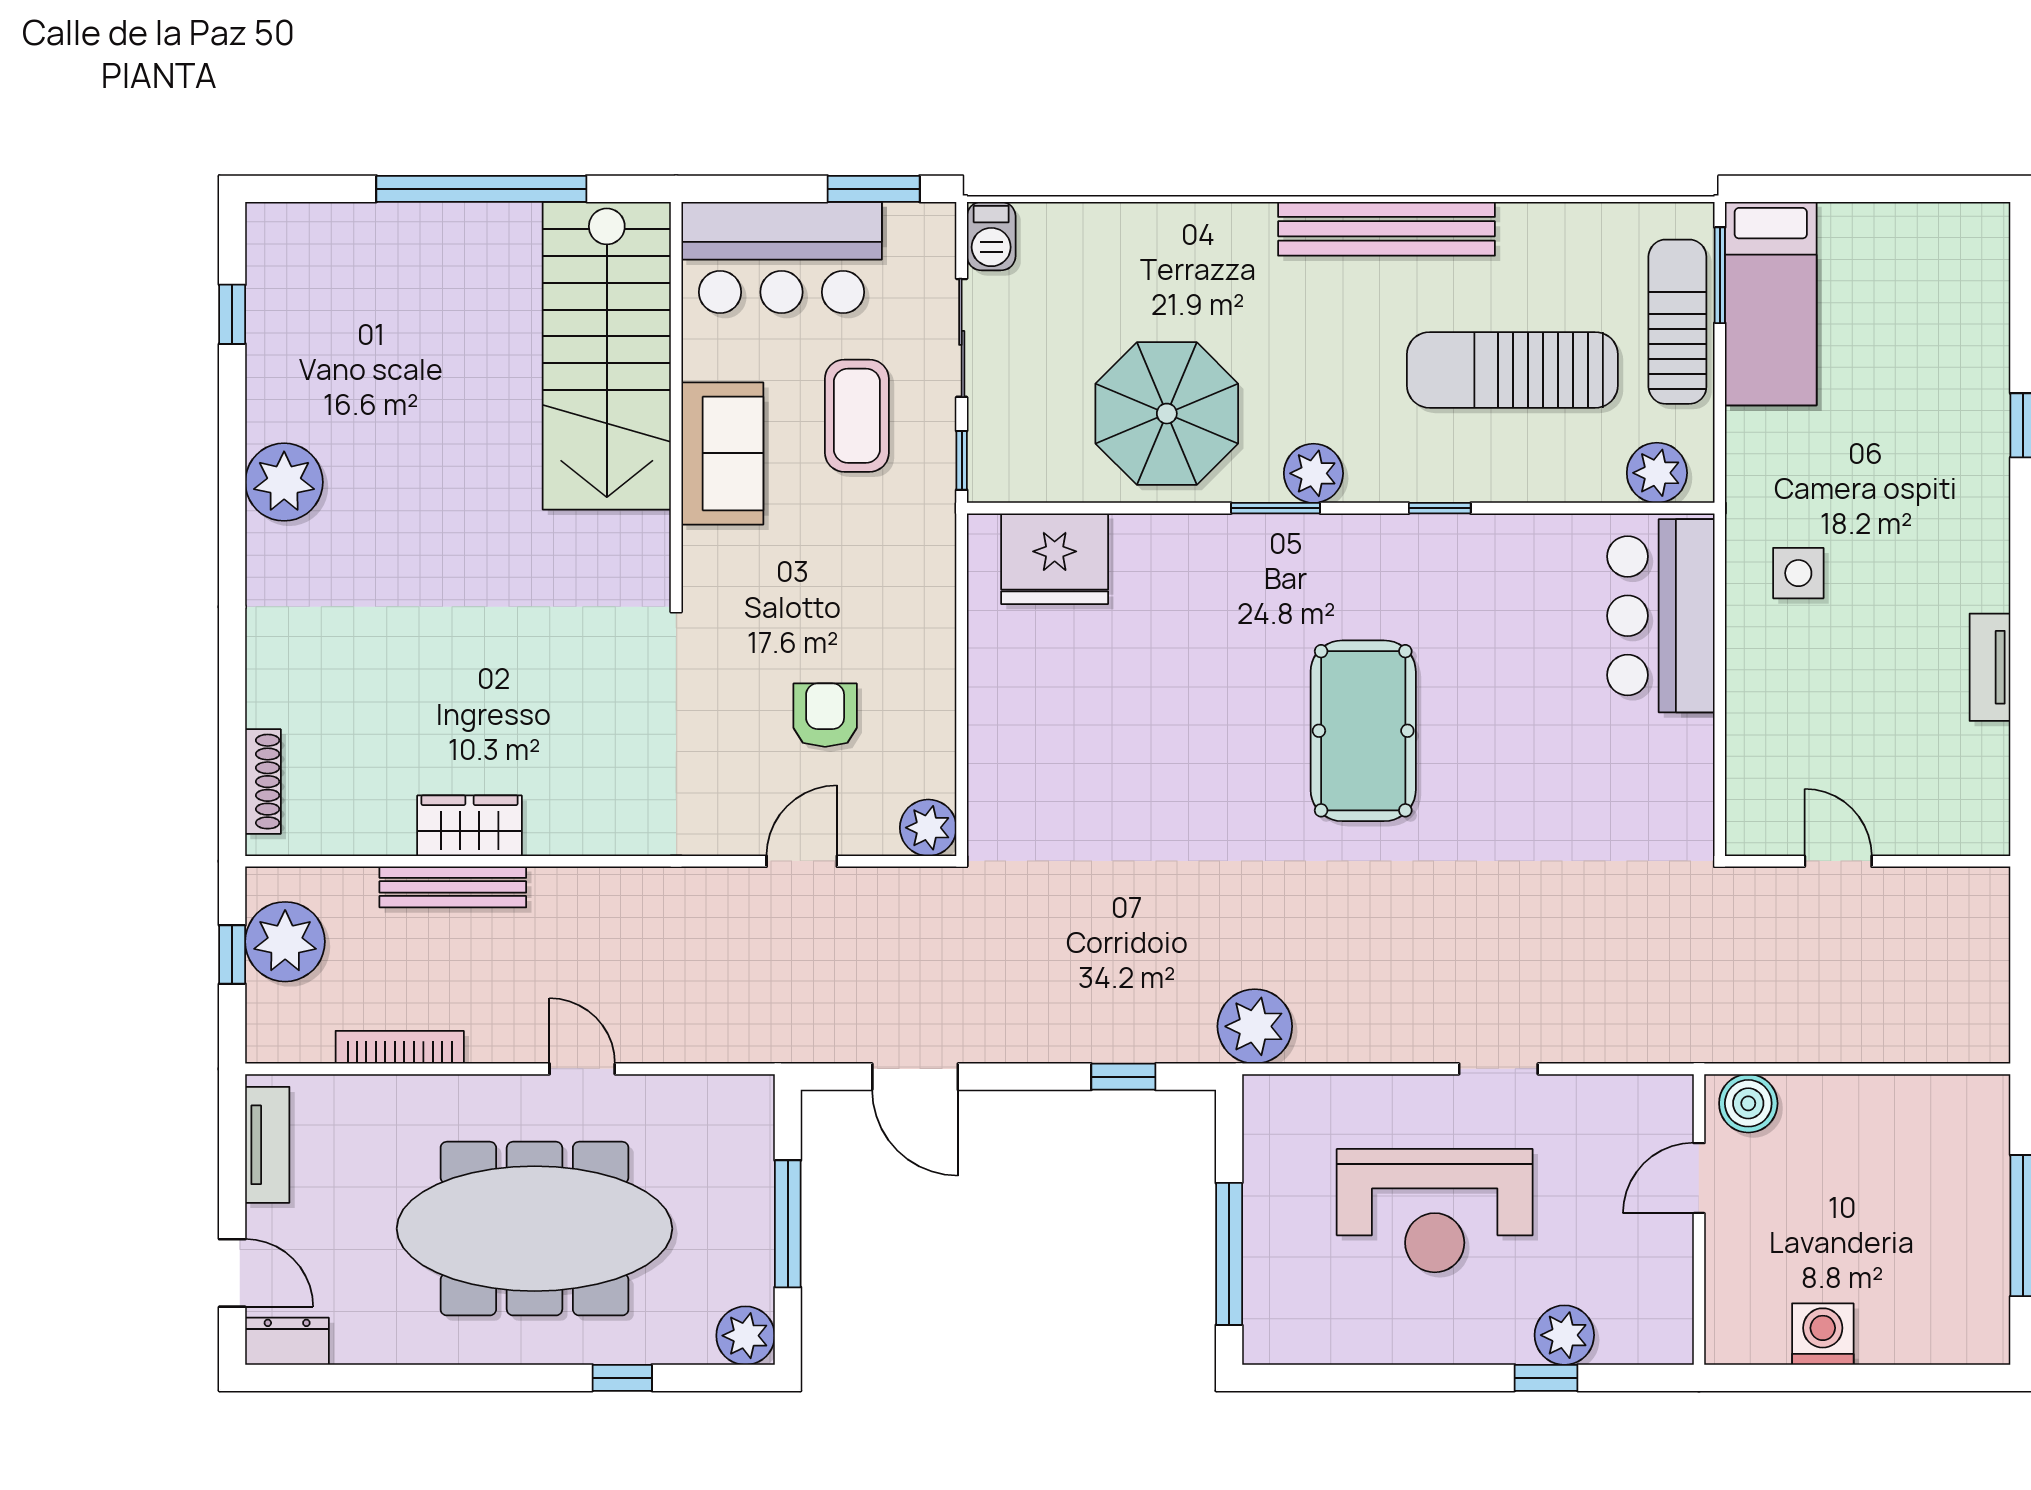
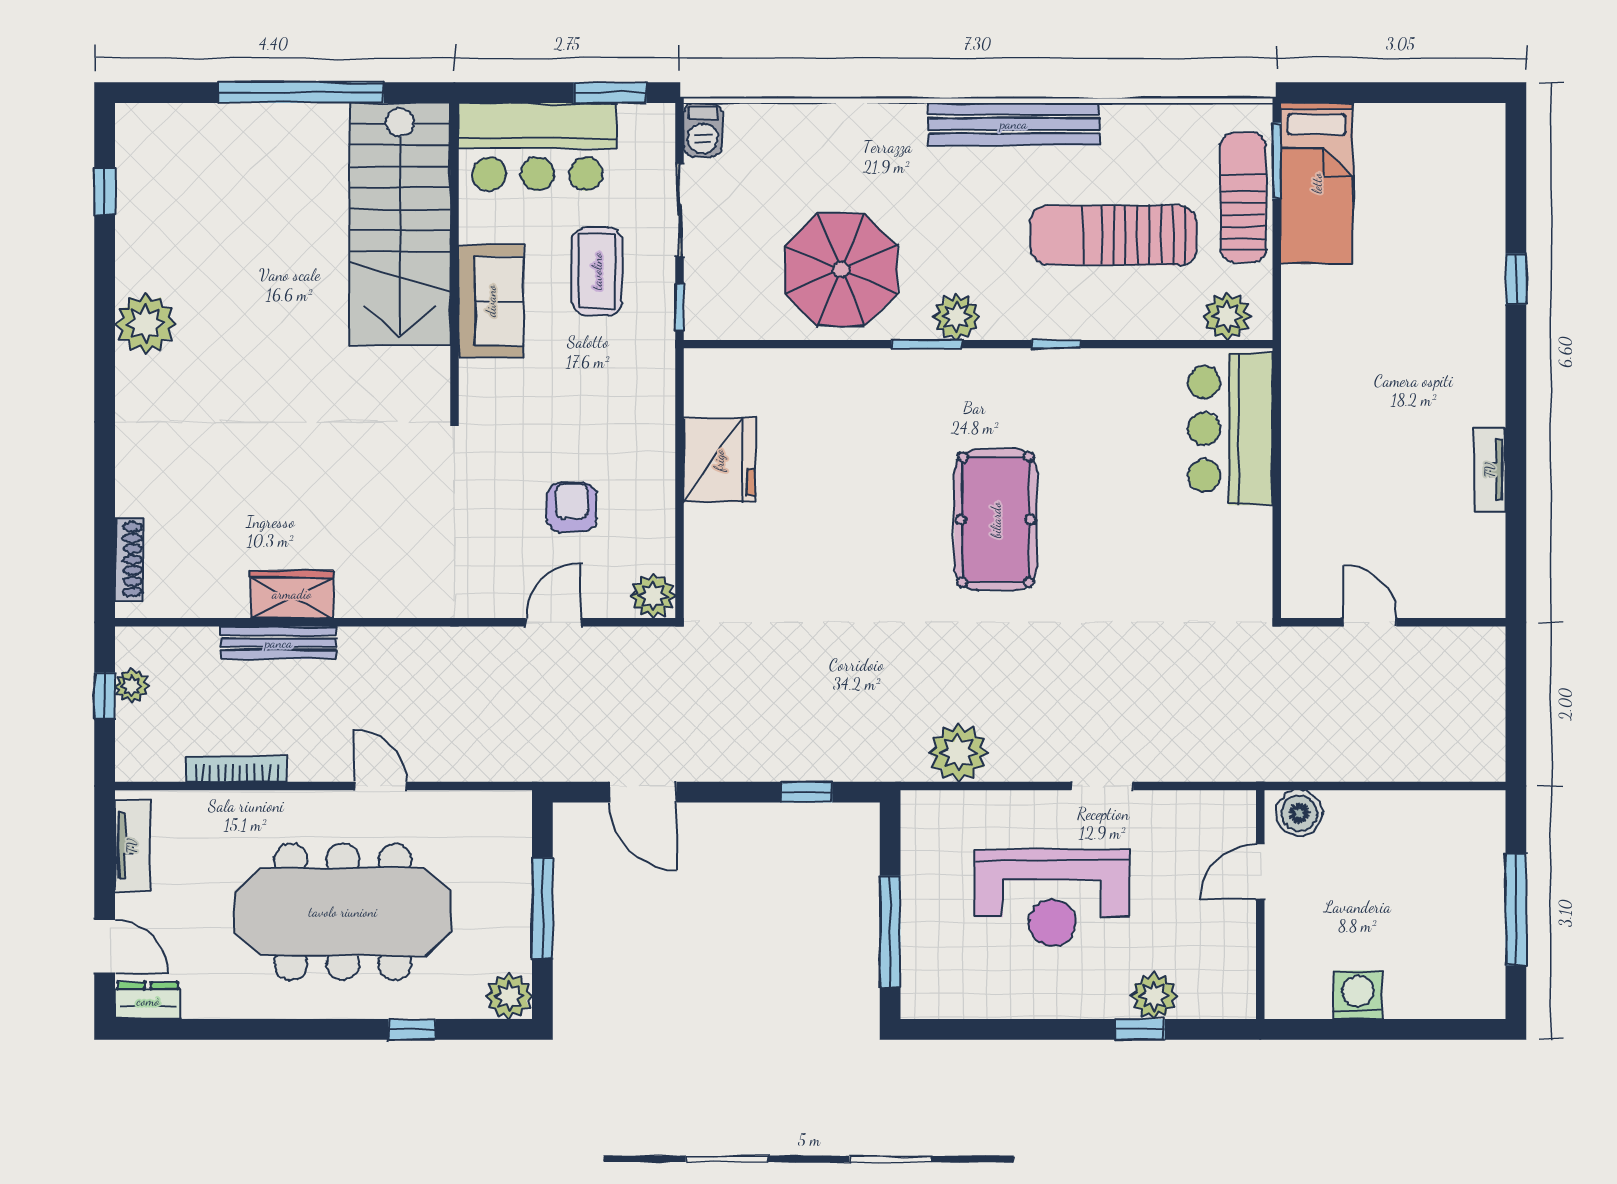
fridge: (1055, 559) -> (719, 460), moved, turned -90
side table: (1798, 573) -> (1339, 395), removed
plant: (285, 942) -> (132, 686), width x0.53, depth x0.53
plant: (1255, 1026) -> (958, 752), moved

